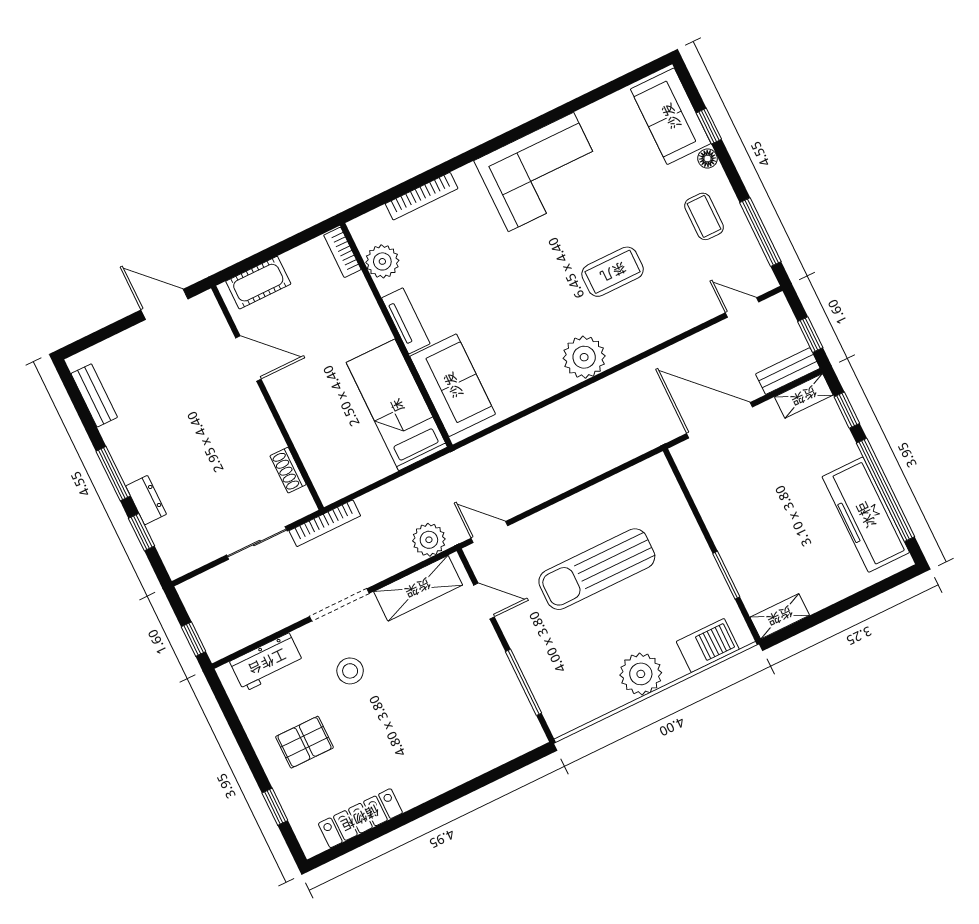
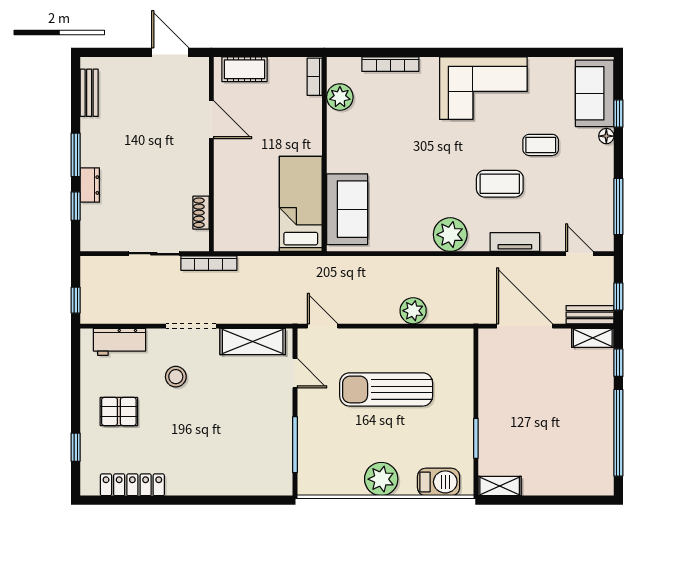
coffee table: (704, 216) -> (541, 145), moved, turned 90
tv unit: (406, 321) -> (515, 242), moved, turned -90
freezer: (866, 515) -> (596, 443), removed
plant: (429, 540) -> (413, 311), moved

